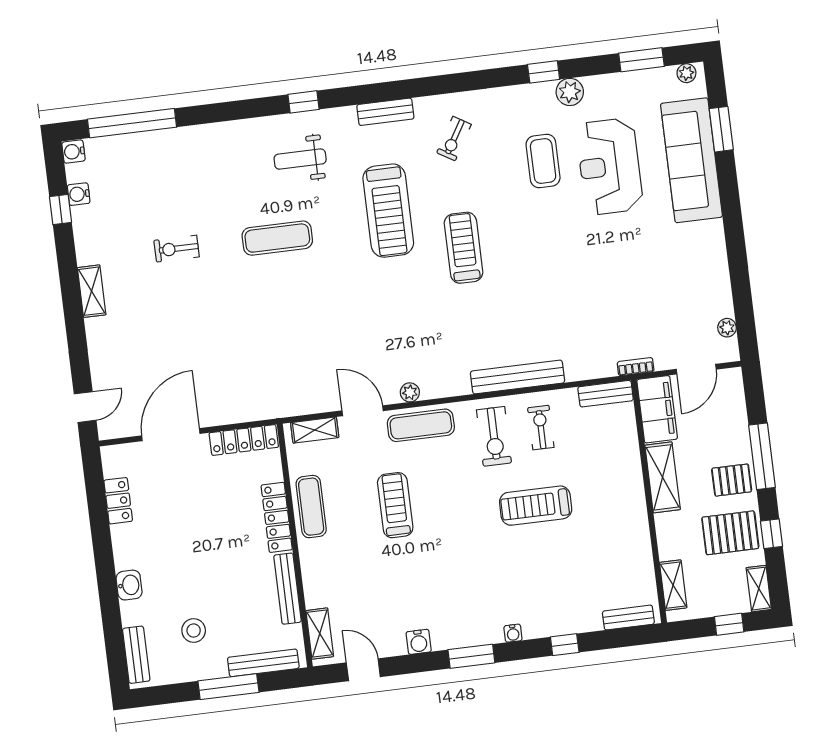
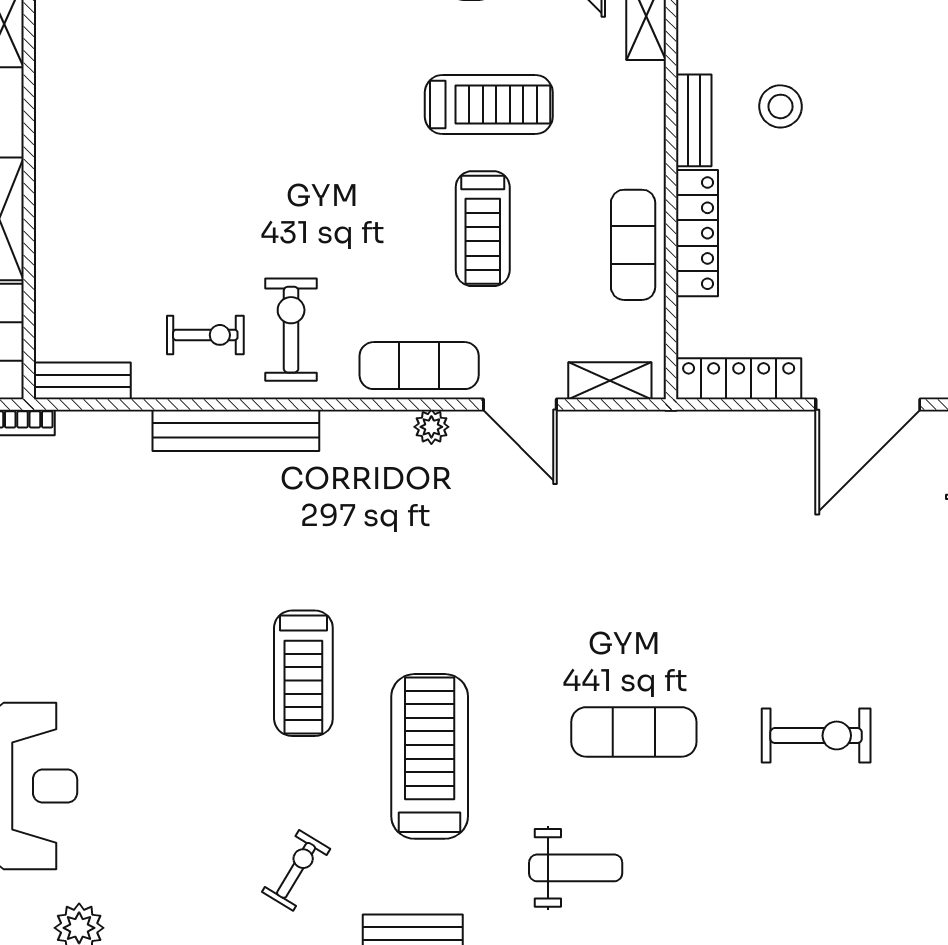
coffee table: (543, 161) -> (142, 810), removed
exercise bike: (177, 249) -> (816, 736), width x1.38, depth x1.39
exercise bike: (541, 428) -> (205, 335), turned -90
treadmill: (536, 506) -> (489, 104), moved
bench: (287, 589) -> (694, 120), width x0.73
stool: (194, 631) -> (781, 106), moved

